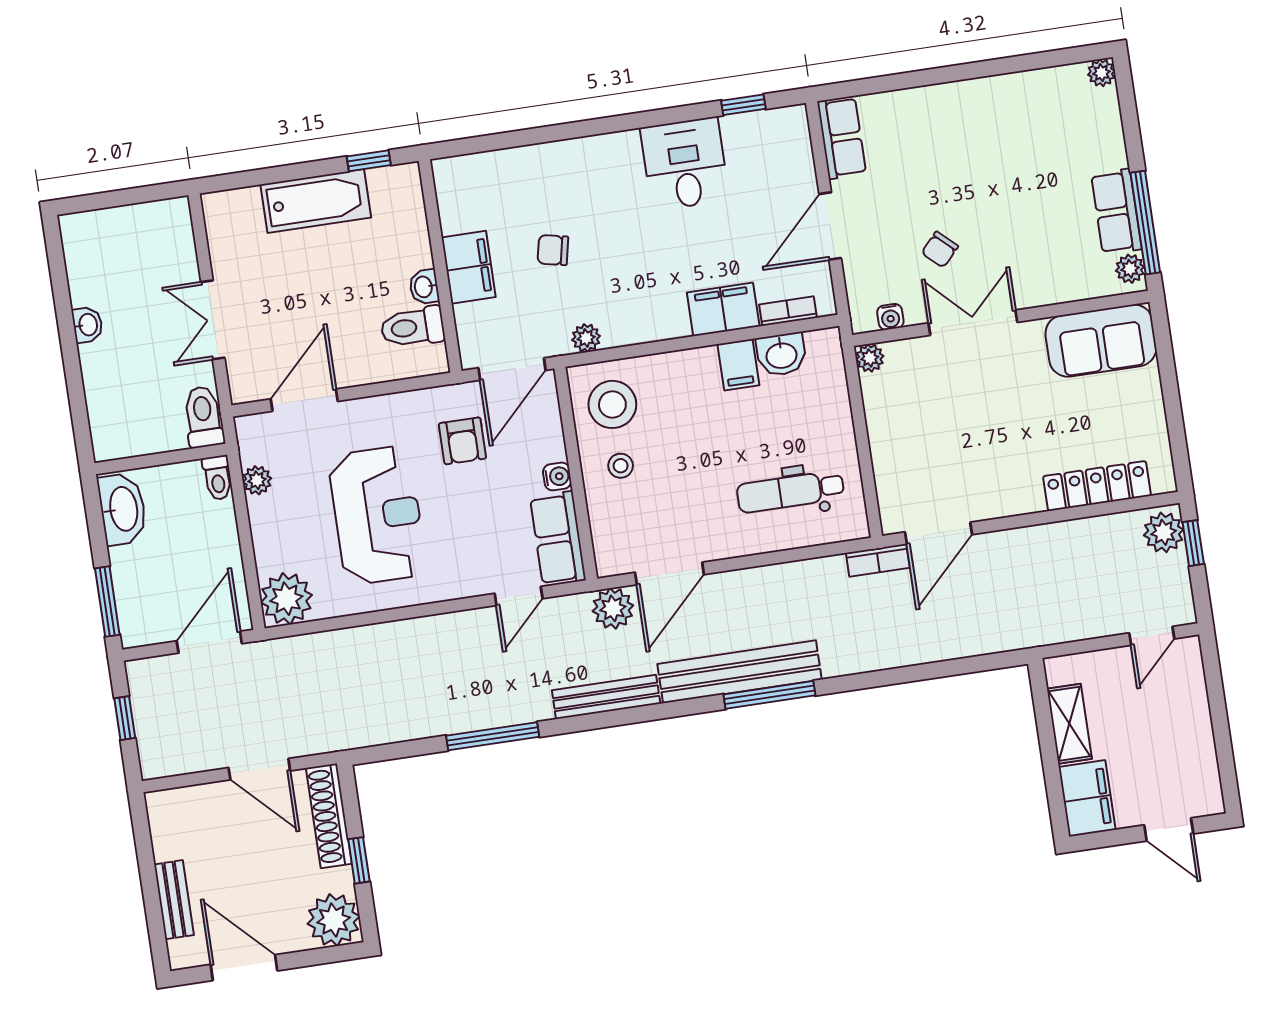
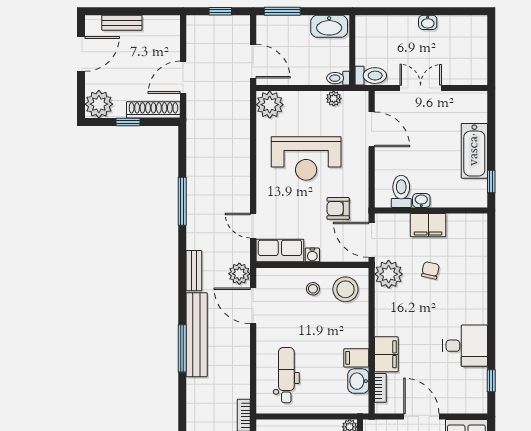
plant: (586, 338) -> (389, 274), width x1.88, depth x1.88
bench: (606, 697) -> (194, 271), width x0.73

